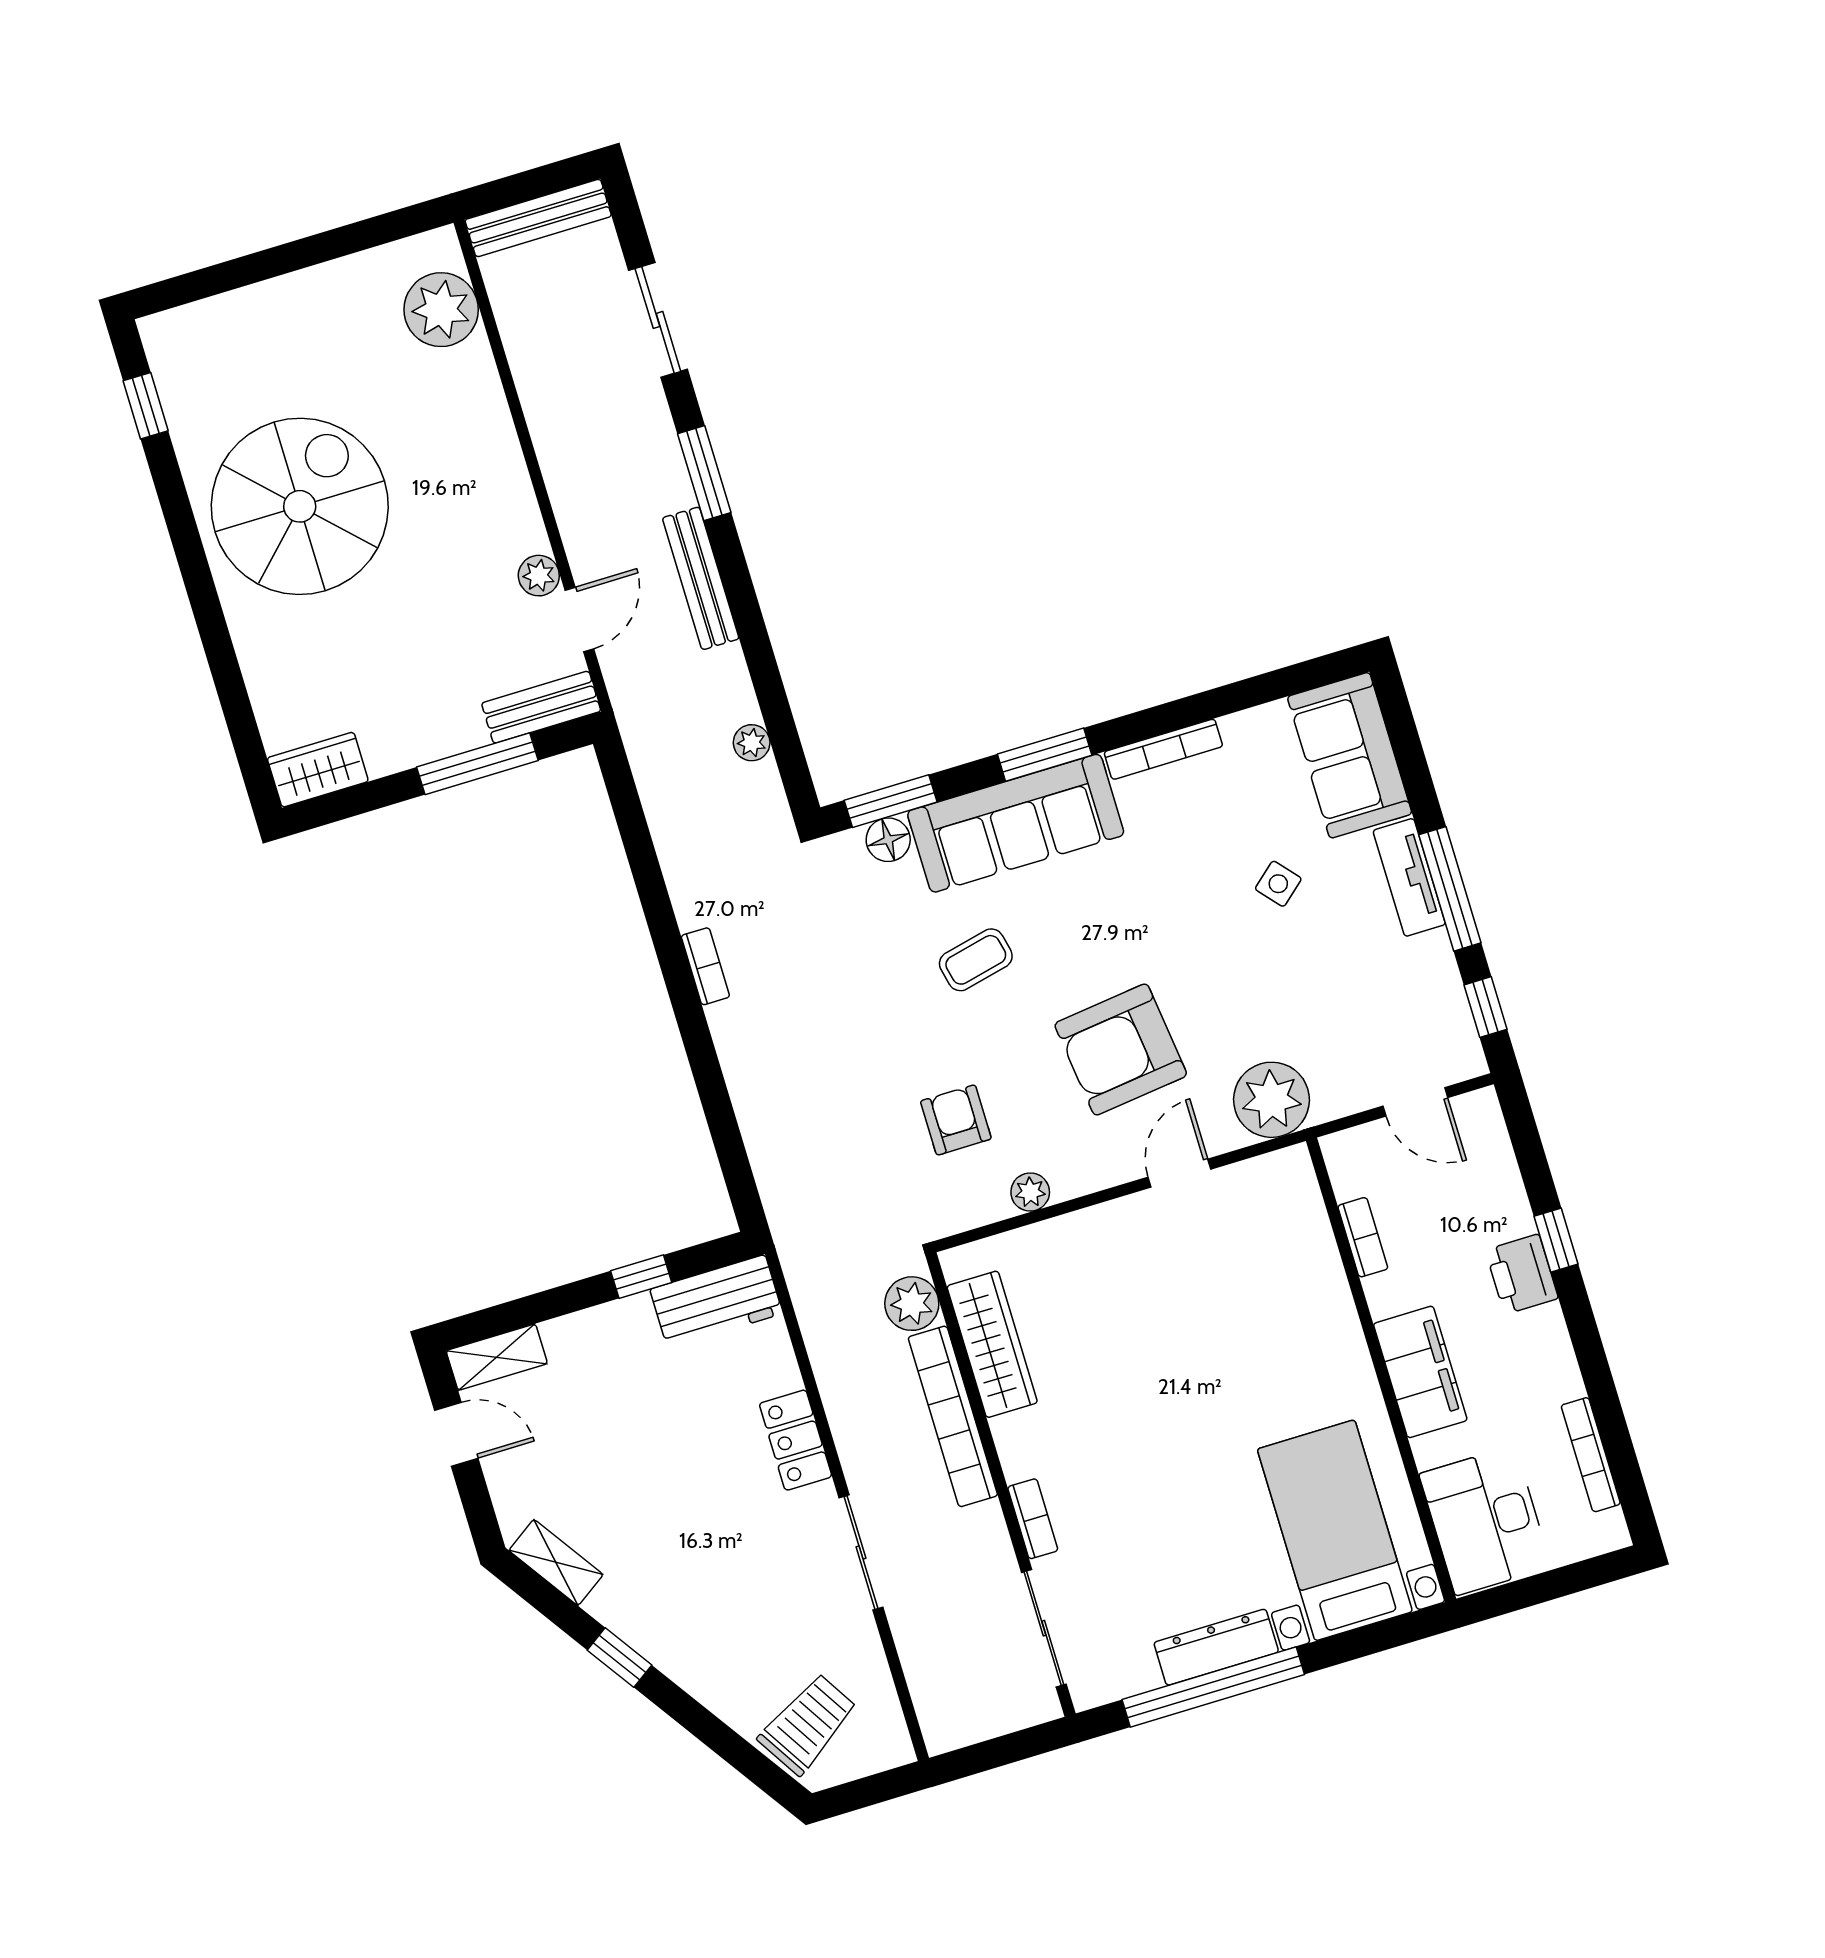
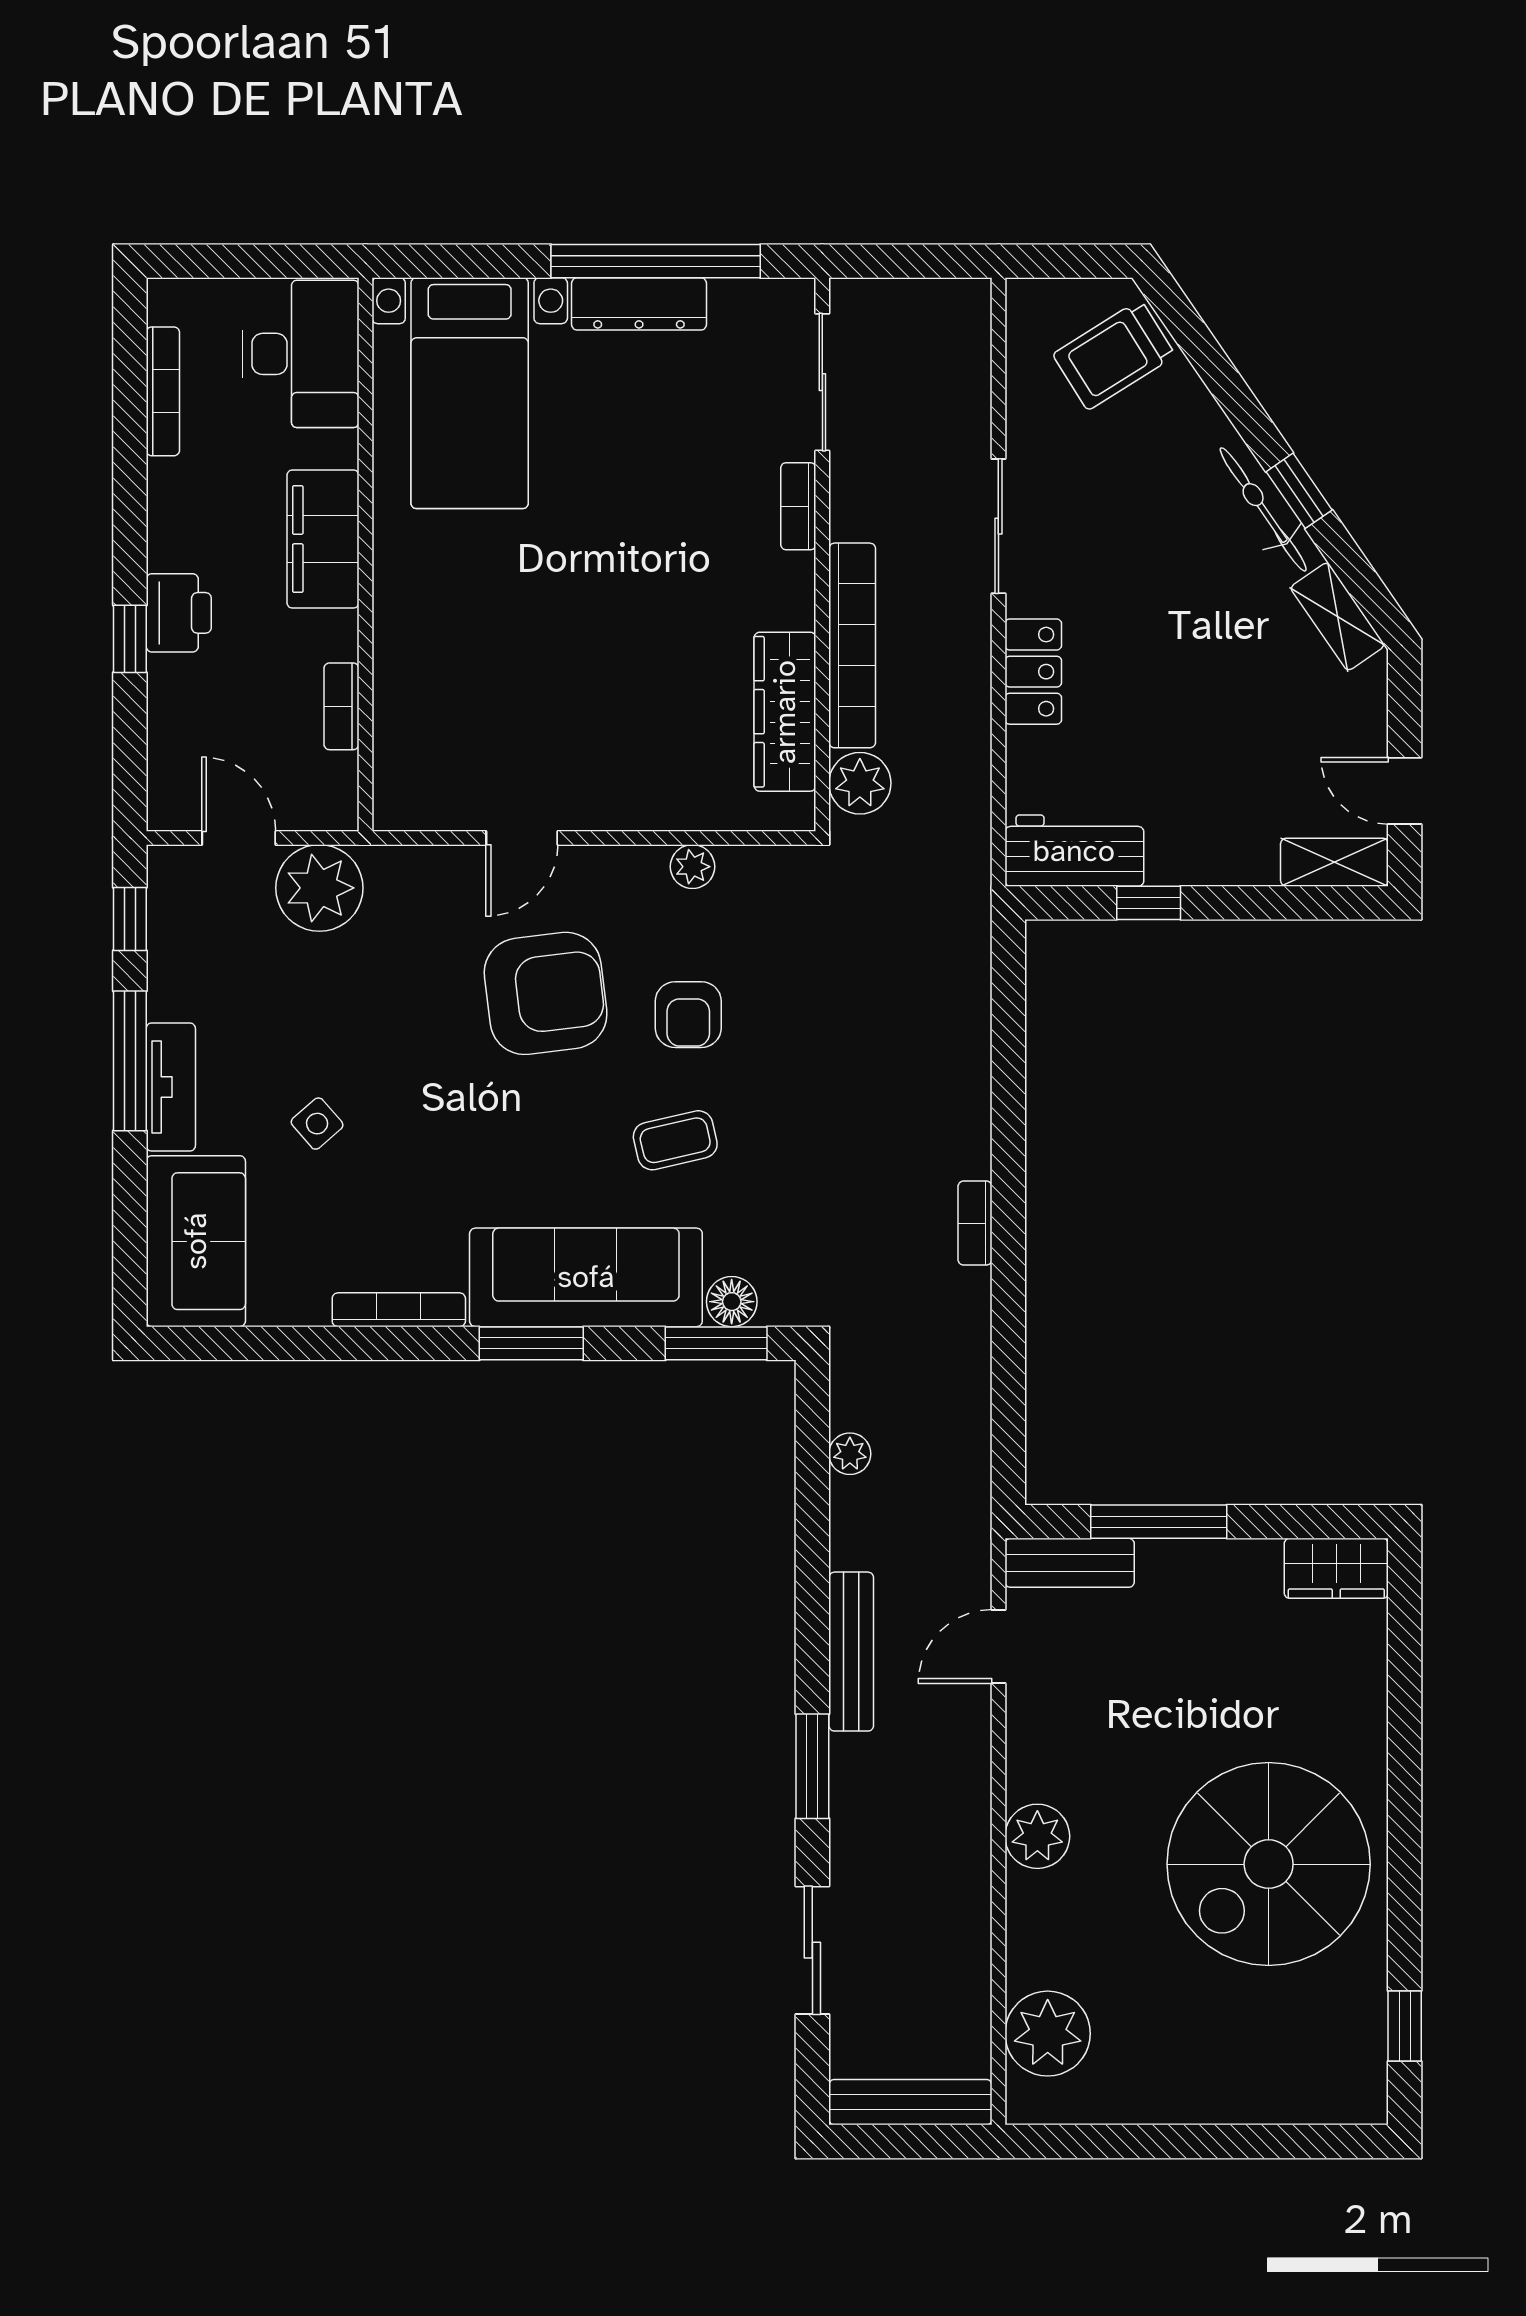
plant: (539, 576) -> (1037, 1836), moved, width x1.38, depth x1.38
plant: (1271, 1100) -> (319, 888), moved
armchair: (956, 1120) -> (688, 1015), moved
bicycle: (645, 1633) -> (1263, 509), added

